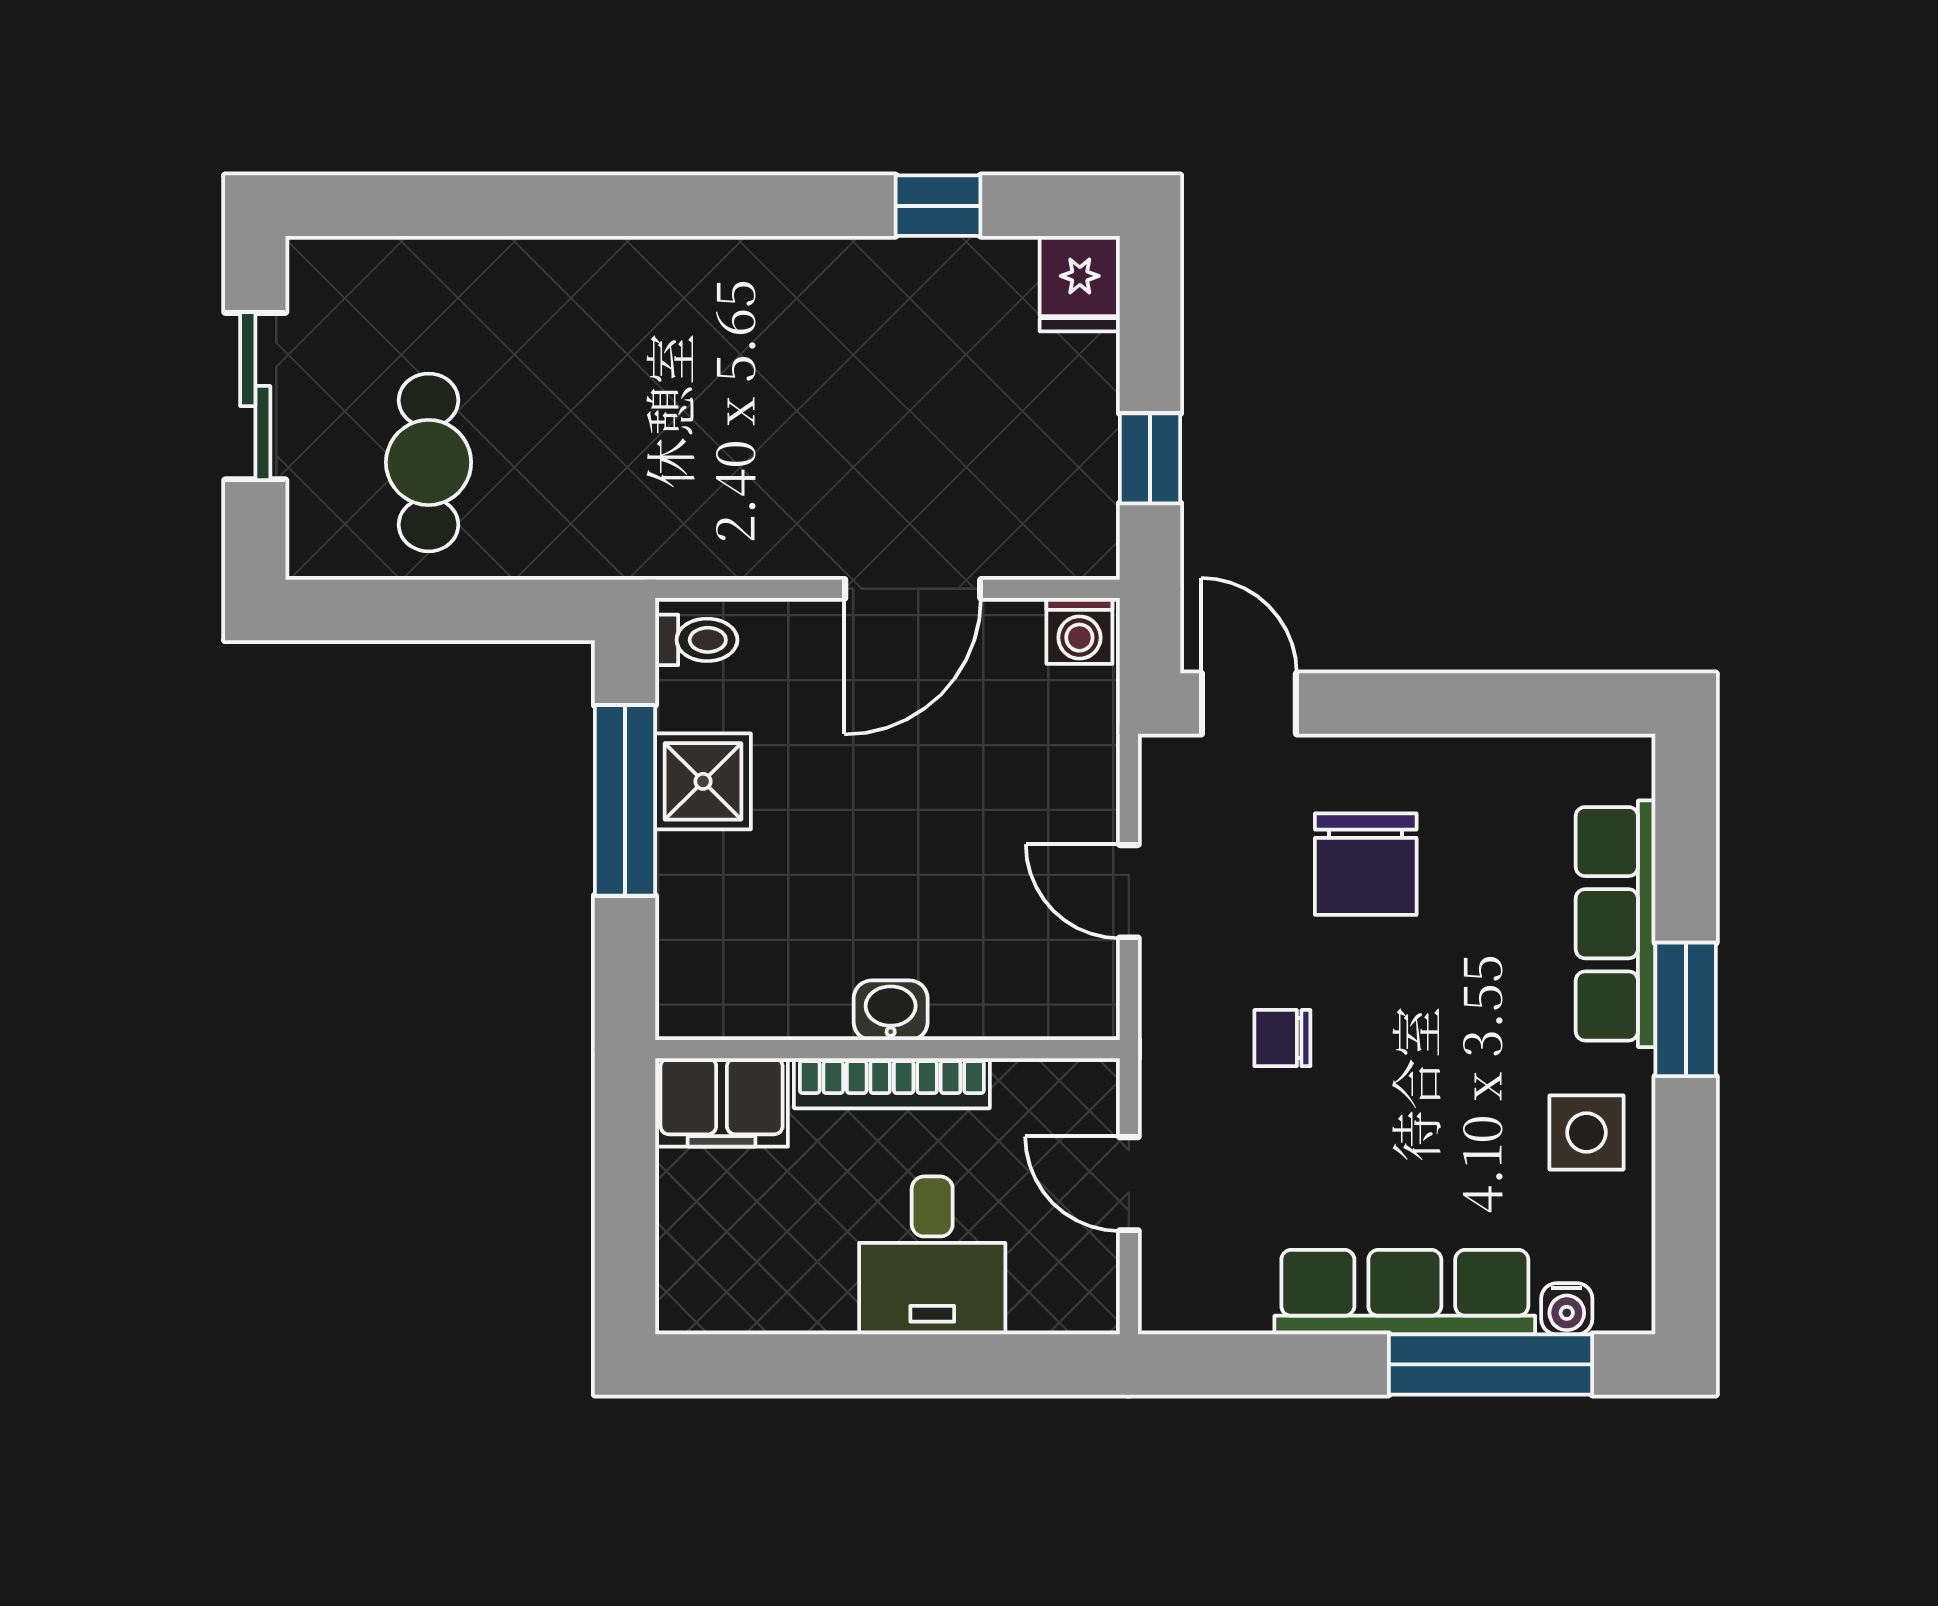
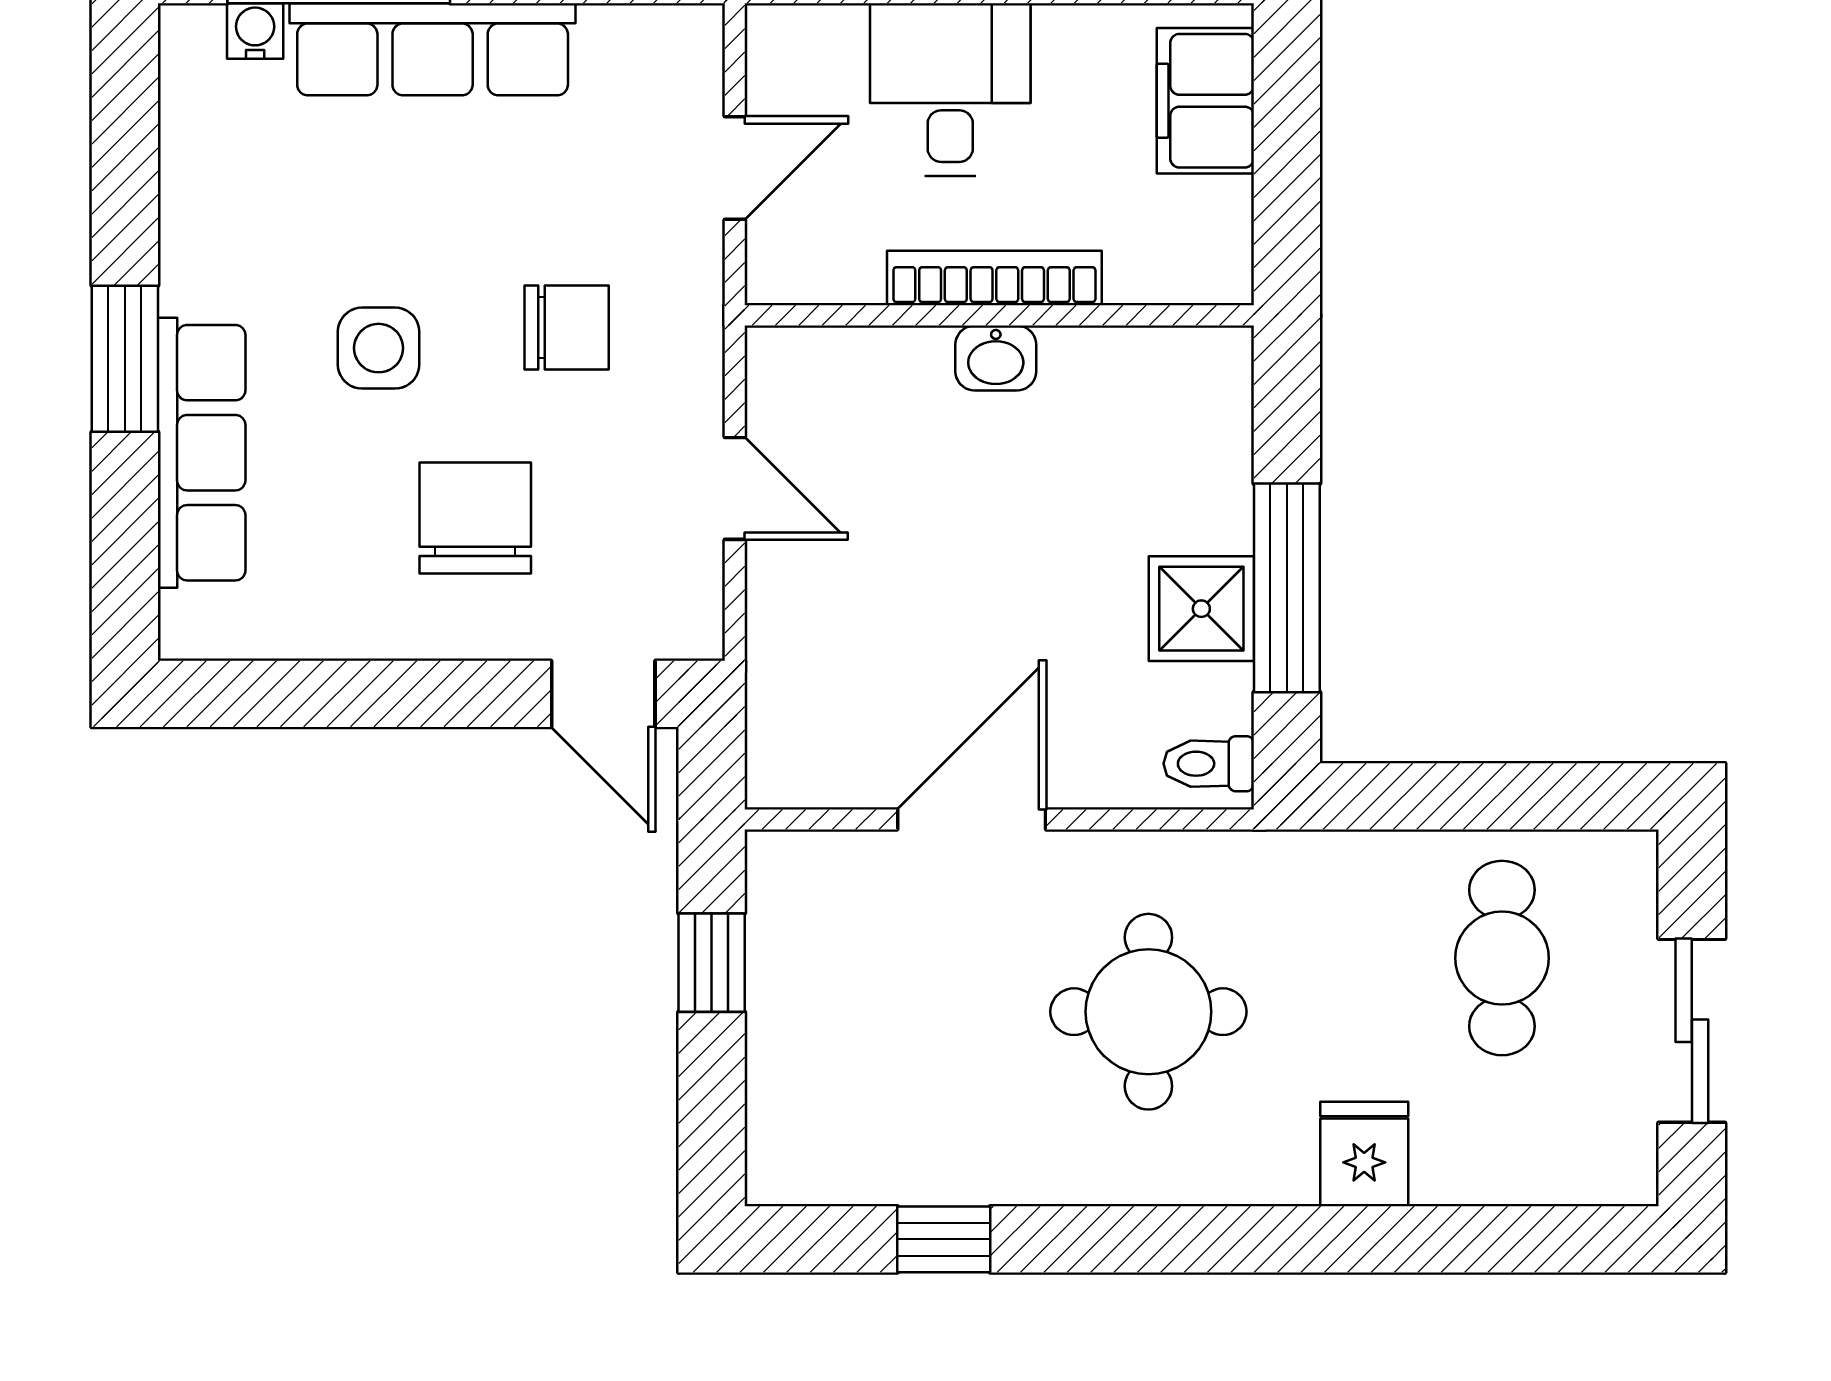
fridge: (1080, 284) -> (1364, 1154), moved
round table: (751, 413) -> (1148, 1012), added
washing machine: (1079, 631) -> (789, 773), removed
chair: (1282, 1038) -> (567, 327), width x1.37, depth x1.37
filing cabinet: (722, 1102) -> (1205, 101), moved, turned -90
side table: (1586, 1132) -> (379, 348), moved
door: (1129, 1184) -> (735, 168), hinge flipped

